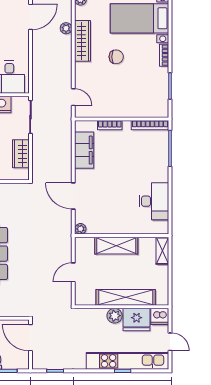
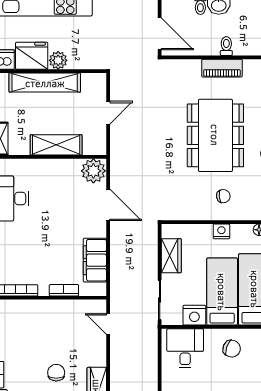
chair: (116, 57) -> (56, 373), turned 90
plant: (81, 229) -> (93, 171), width x1.88, depth x1.88

